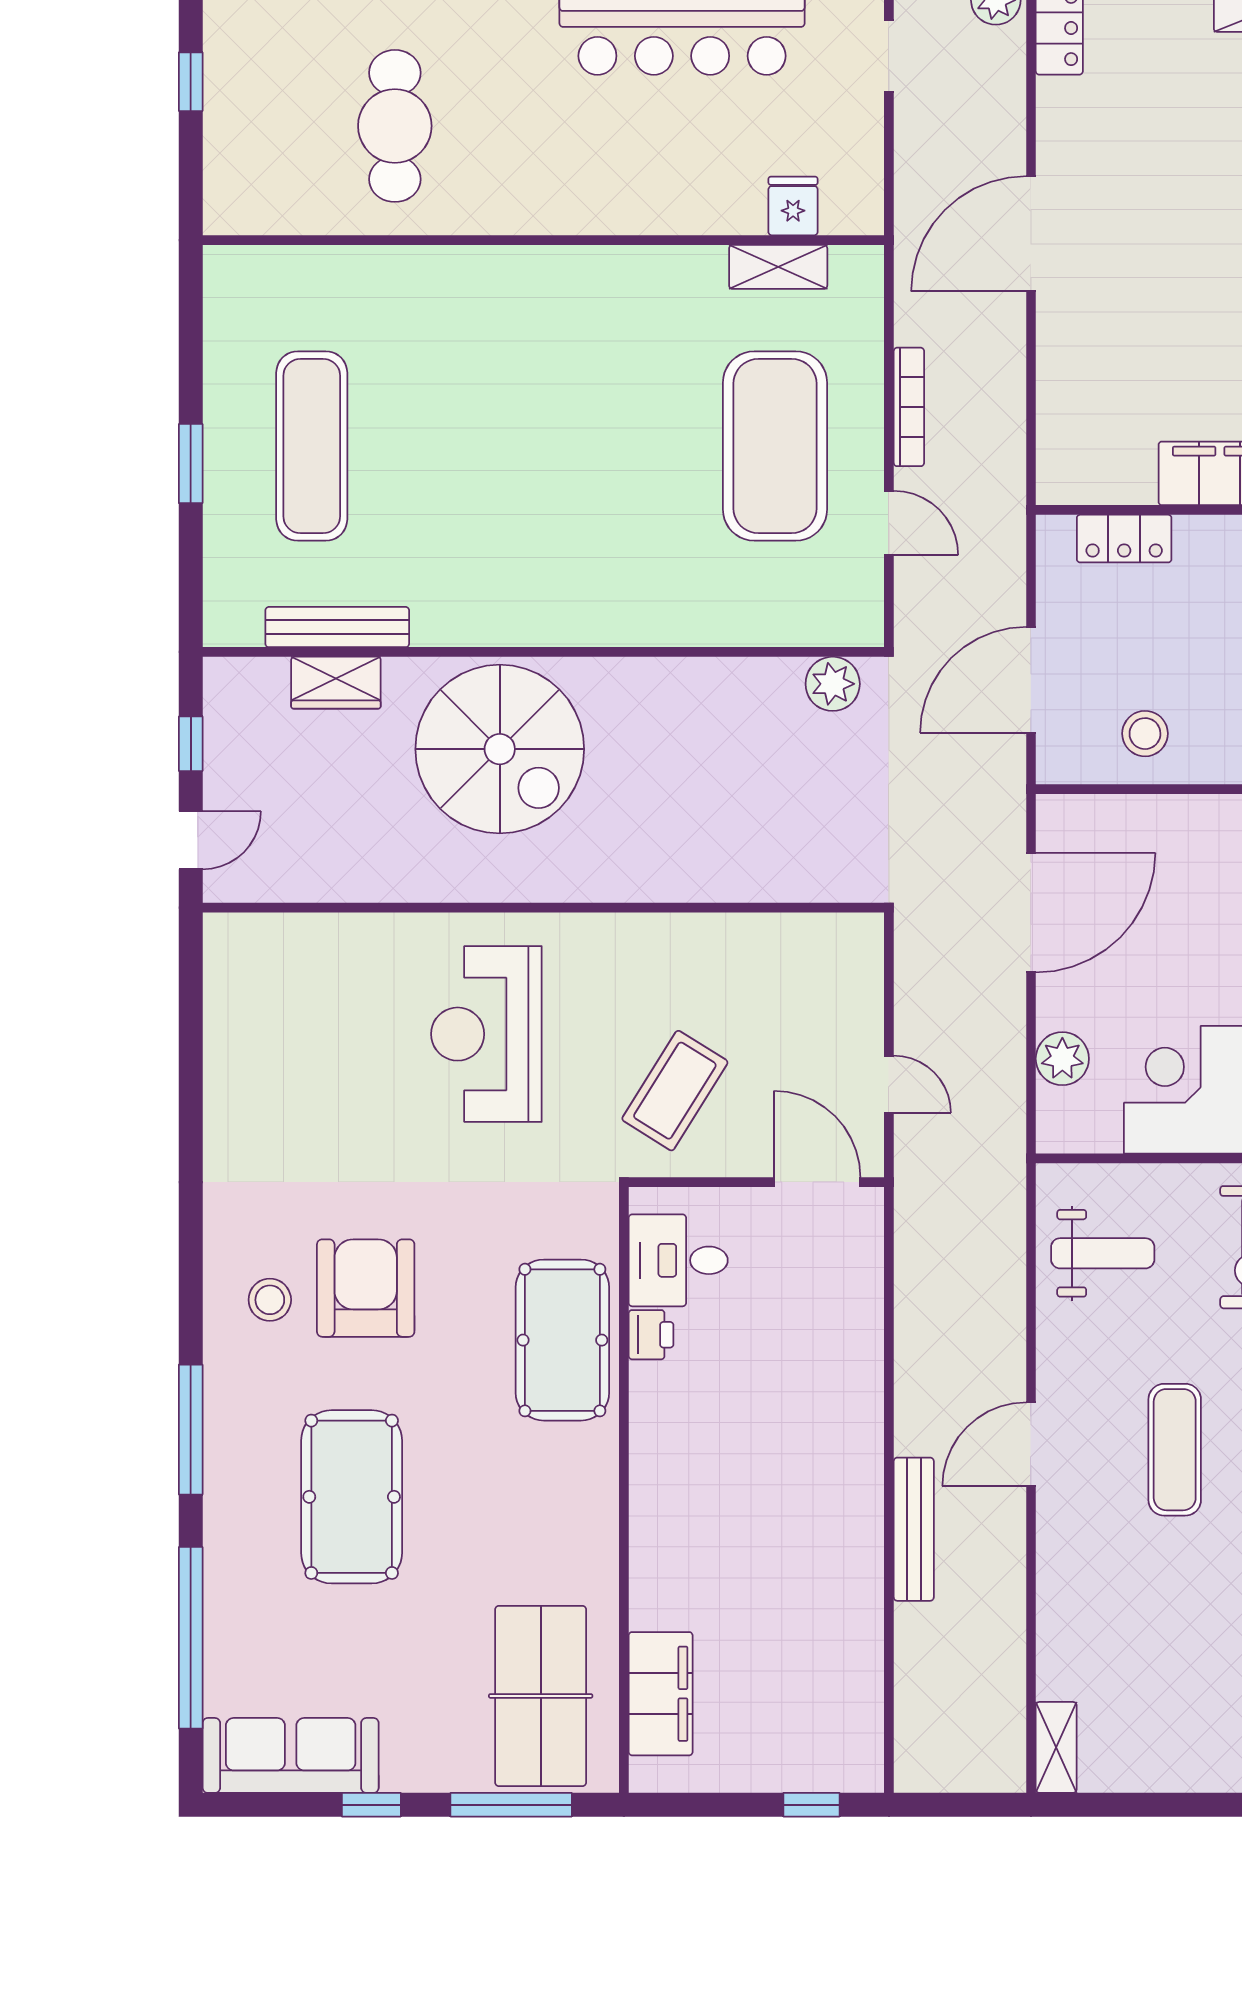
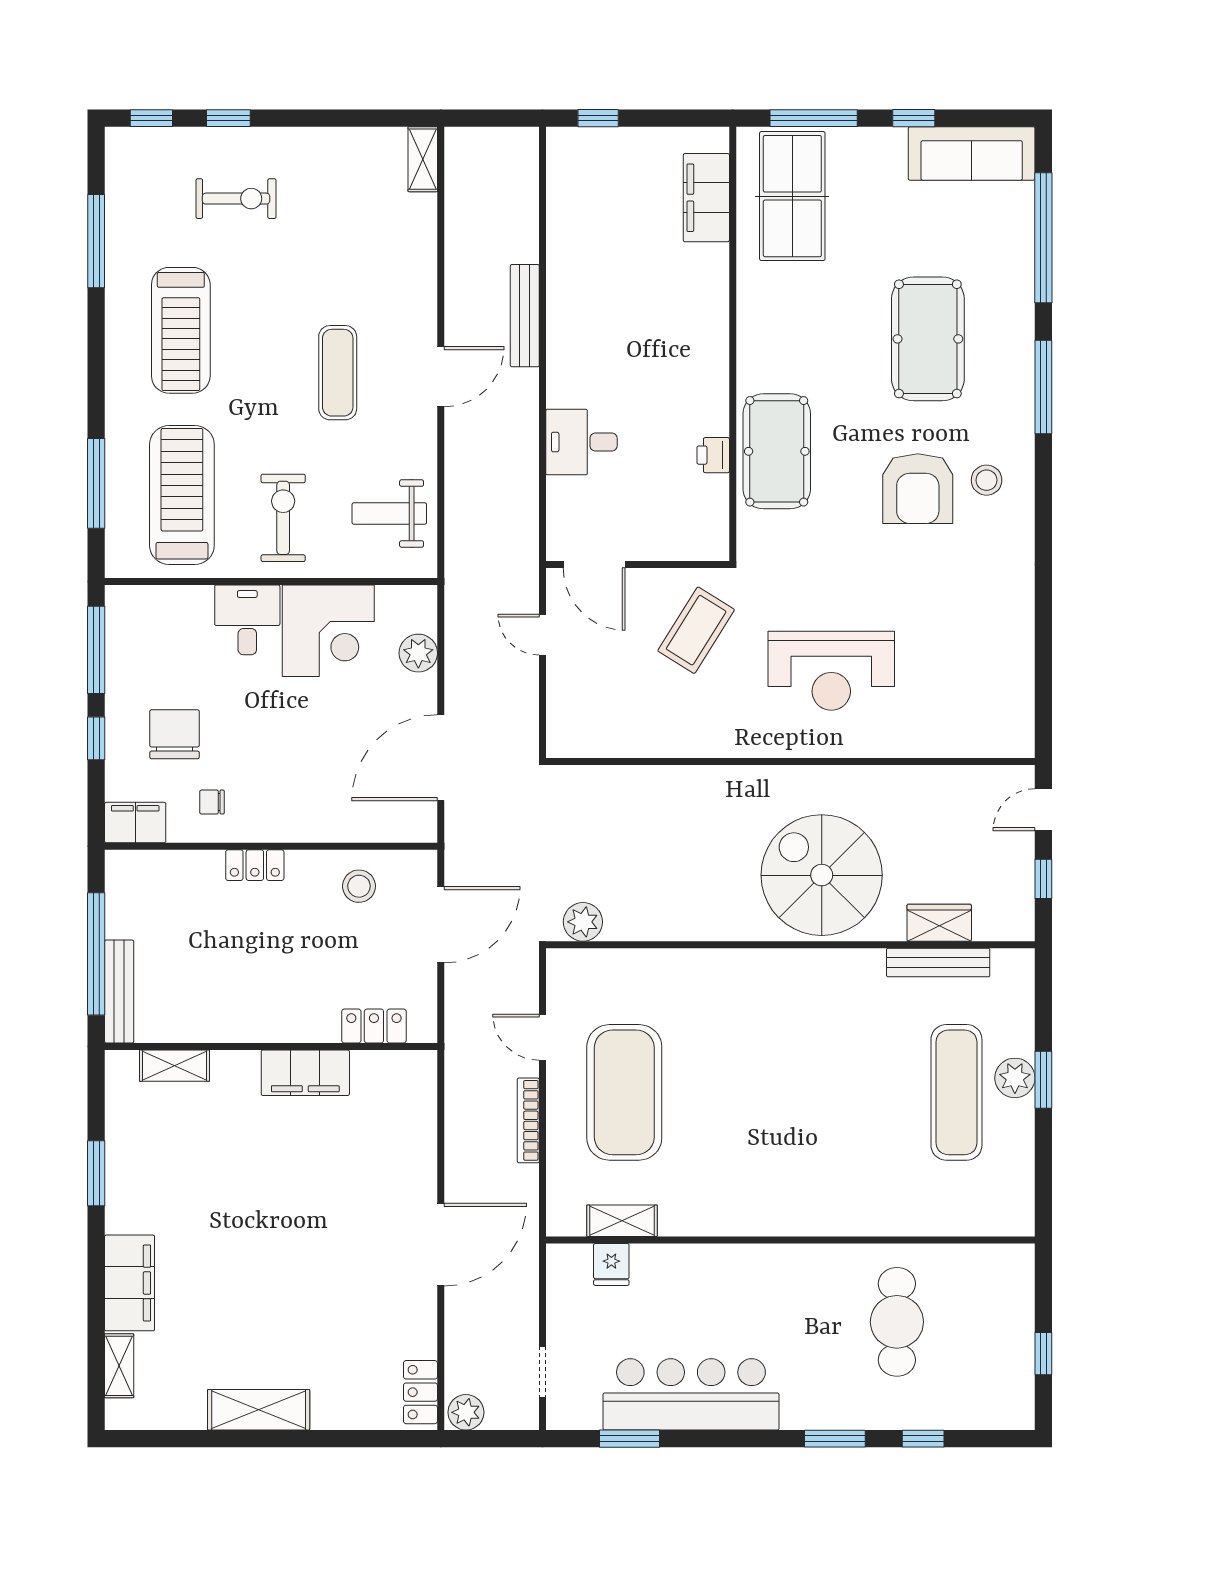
plant: (230, 466) -> (1015, 1078), added
reception desk: (486, 1034) -> (831, 671), turned 90
desk: (678, 1260) -> (582, 442), moved, turned 180

